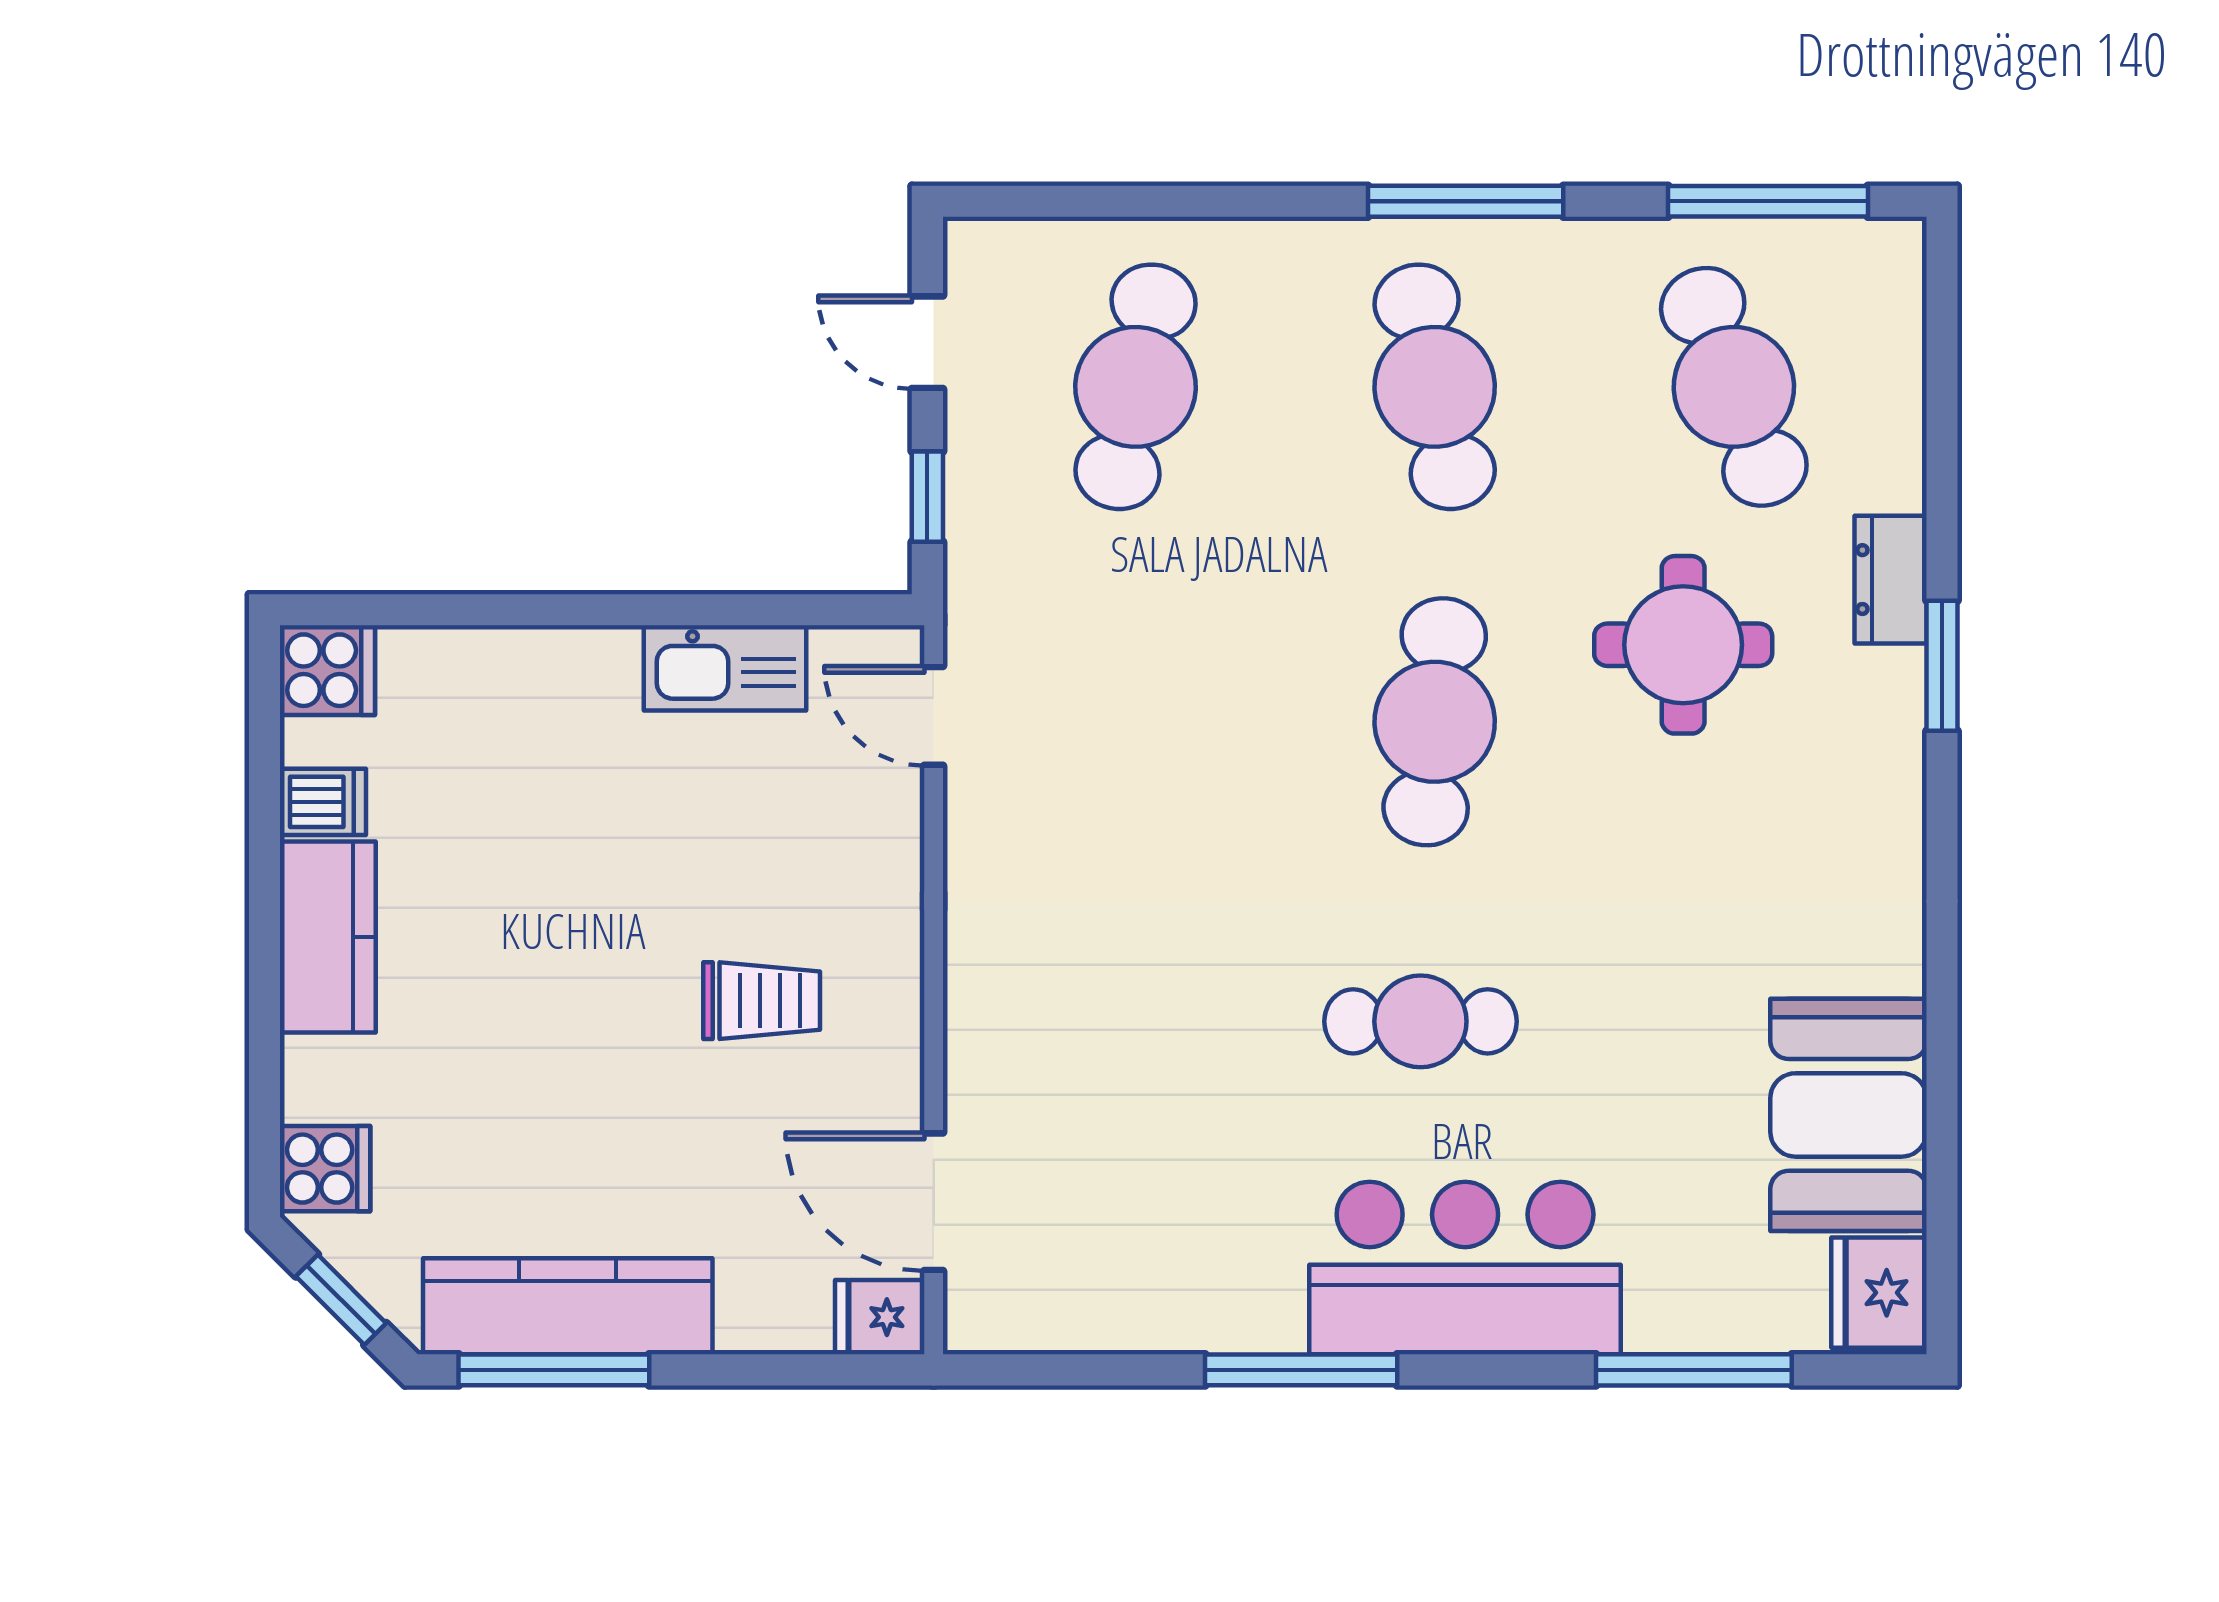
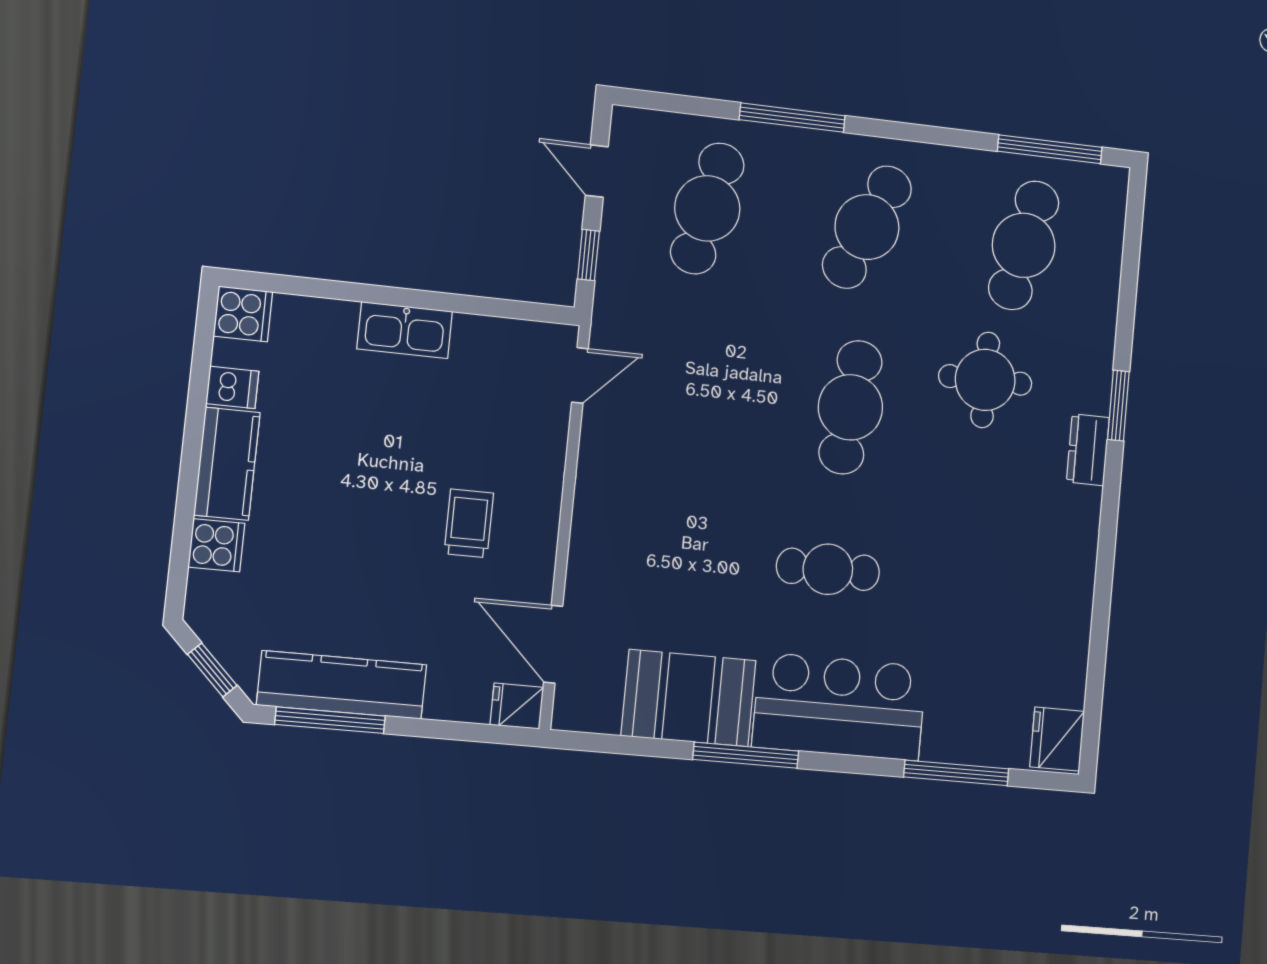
window: (1466, 201) -> (792, 118), moved
cafe table: (1435, 387) -> (867, 227), turned 36
cafe table: (1734, 387) -> (1024, 245), turned 33
dresser: (1891, 580) -> (1088, 450), moved
kitchen sink: (725, 668) -> (405, 330), moved
door: (934, 716) -> (580, 375), swing flipped
trolley: (762, 1001) -> (469, 523), turned -90
booth: (1848, 1115) -> (689, 698), moved, turned 90
cooker: (325, 1169) -> (216, 545), moved

